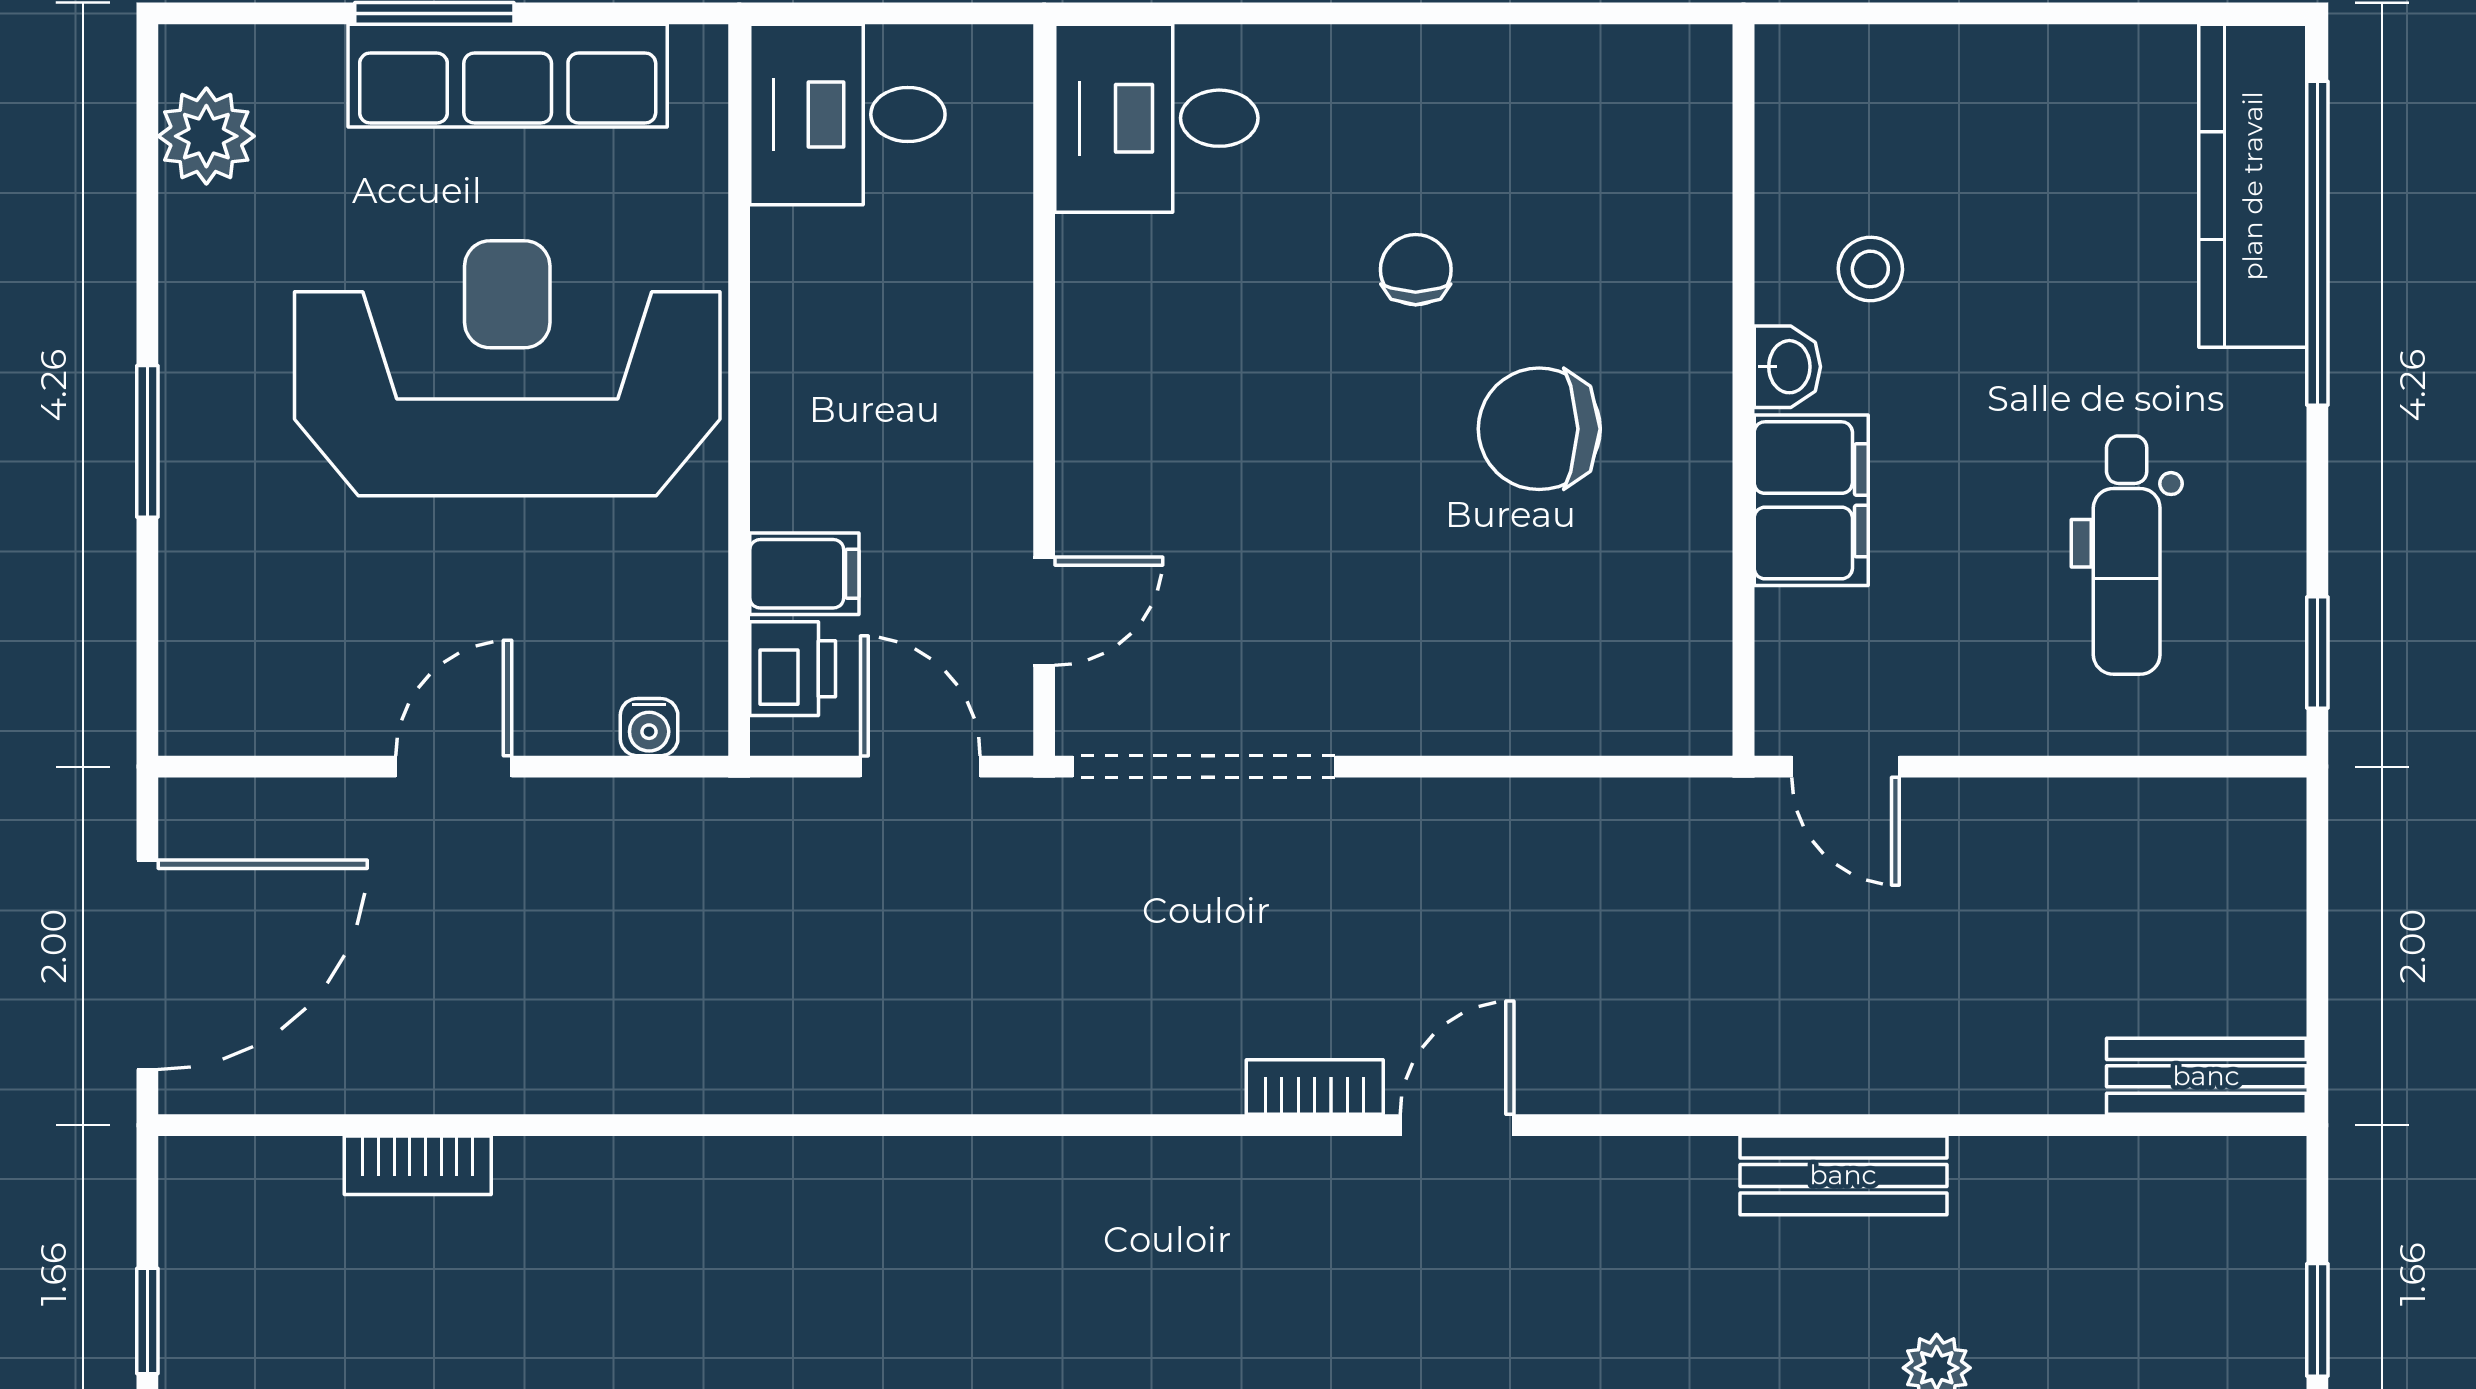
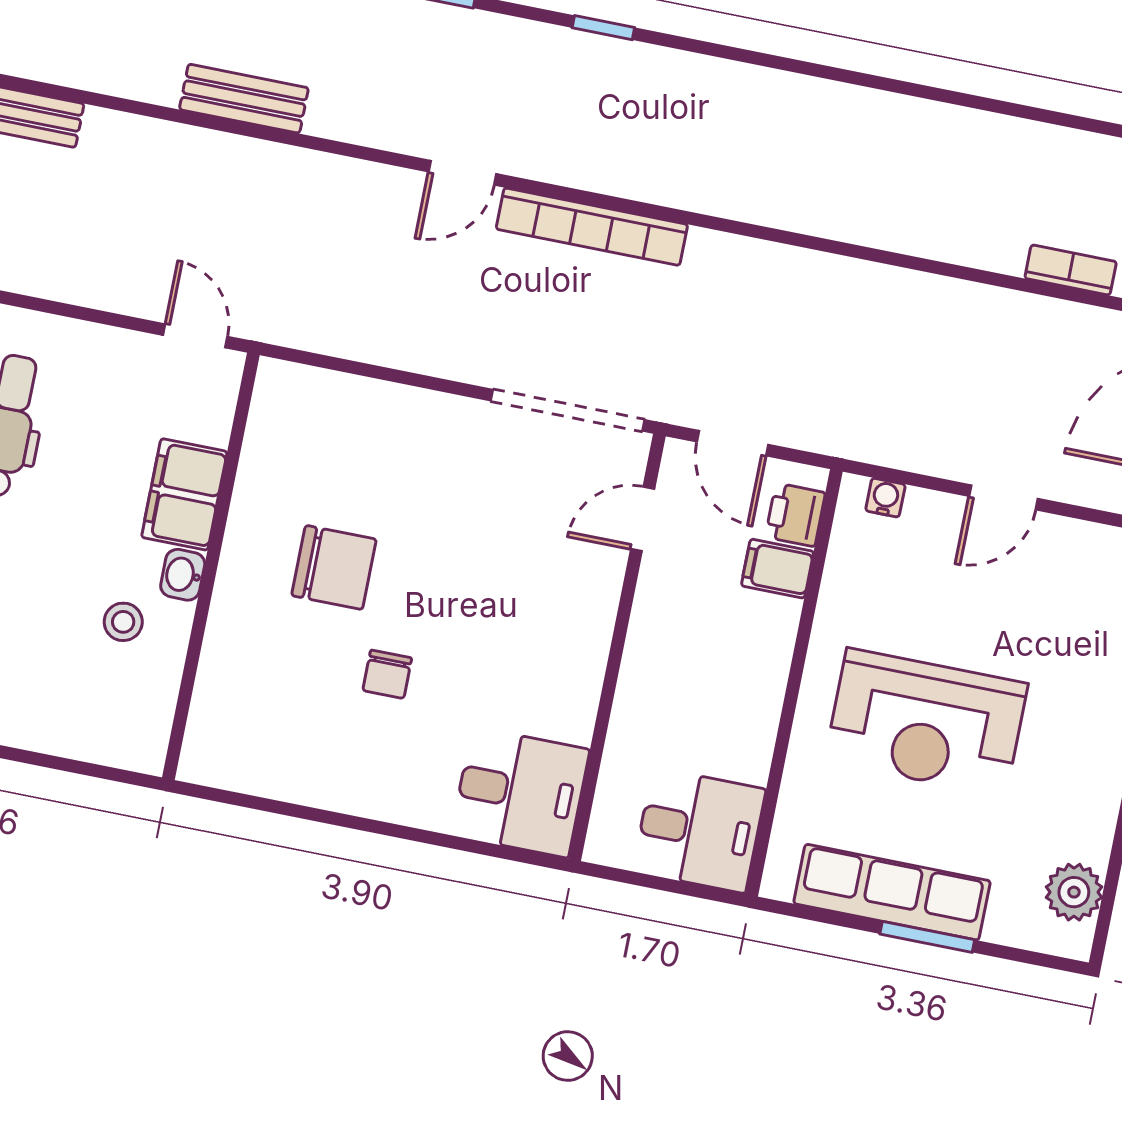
reception desk: (507, 368) -> (926, 722), width x0.74, depth x0.77
bookcase: (1315, 1087) -> (592, 227), width x2.31, depth x1.31

